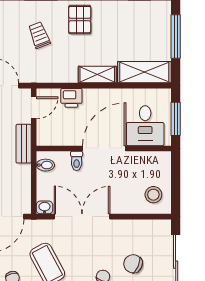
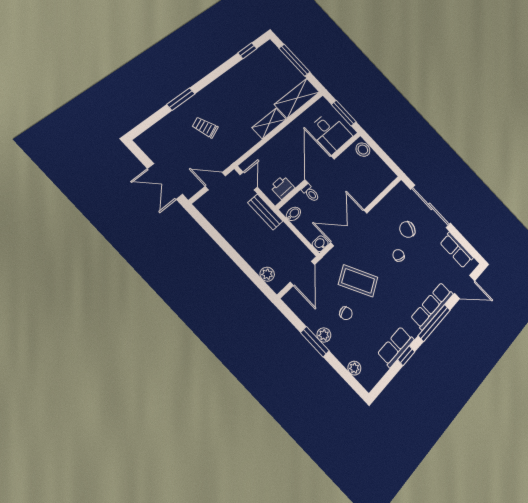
pallet: (80, 20) -> (223, 95), removed
printer: (71, 98) -> (282, 187), moved, turned 180
stool: (153, 195) -> (363, 150), moved

